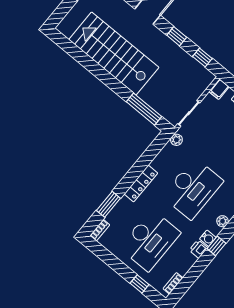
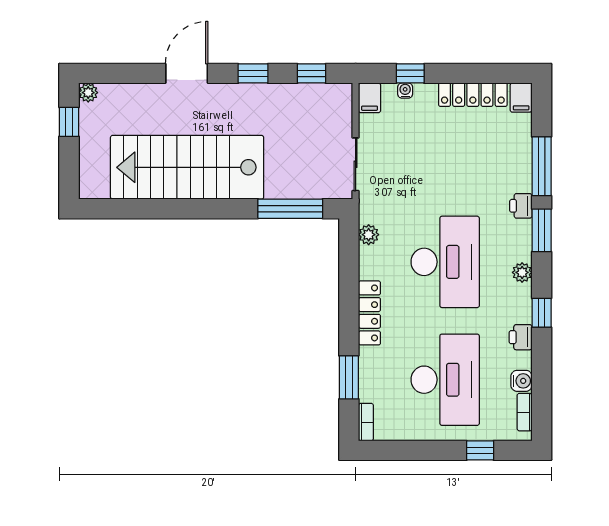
plant: (176, 140) -> (369, 235), moved
water cooler: (208, 238) -> (521, 381), moved

